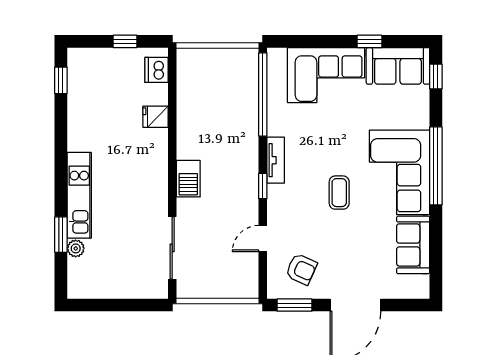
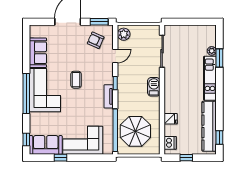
parasol: (224, 92) -> (135, 131), added
kitchen counter: (81, 102) -> (209, 126), added
plant: (247, 281) -> (124, 34), added

